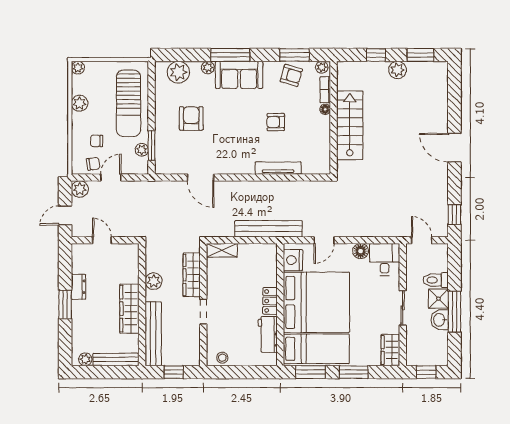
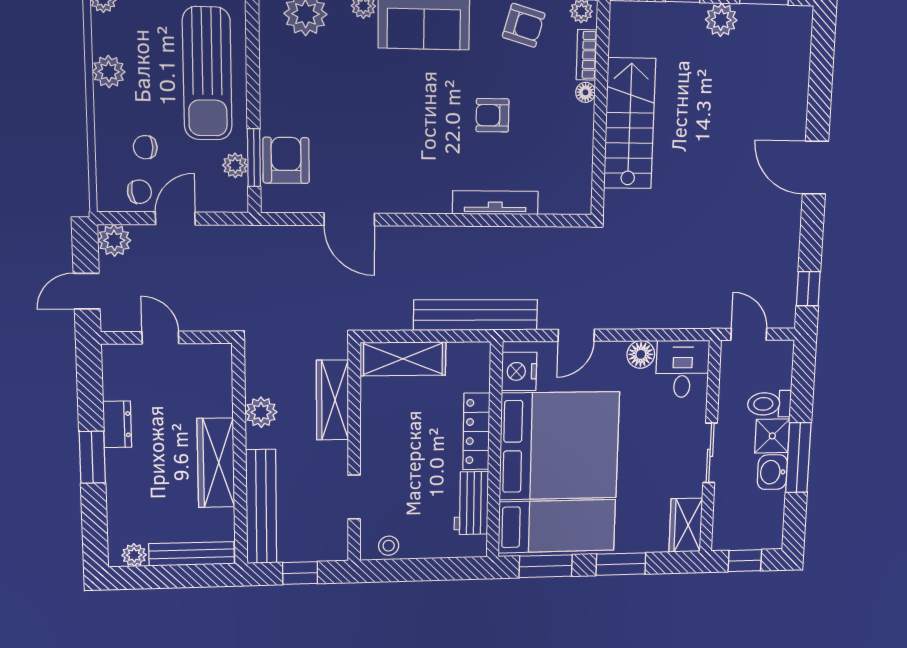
armchair: (191, 118) -> (286, 160), moved
shelving: (222, 250) -> (403, 359), width x1.50, depth x1.33
locker: (270, 301) -> (476, 431), width x1.53
doorway: (203, 312) -> (354, 497), moved

